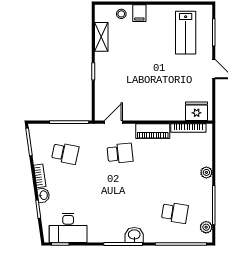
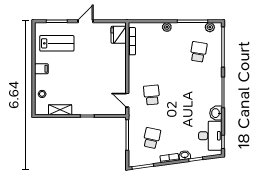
filing cabinet: (139, 13) -> (41, 69), moved
piano: (153, 131) -> (134, 69), removed
washbasin: (134, 235) -> (216, 113), moved

